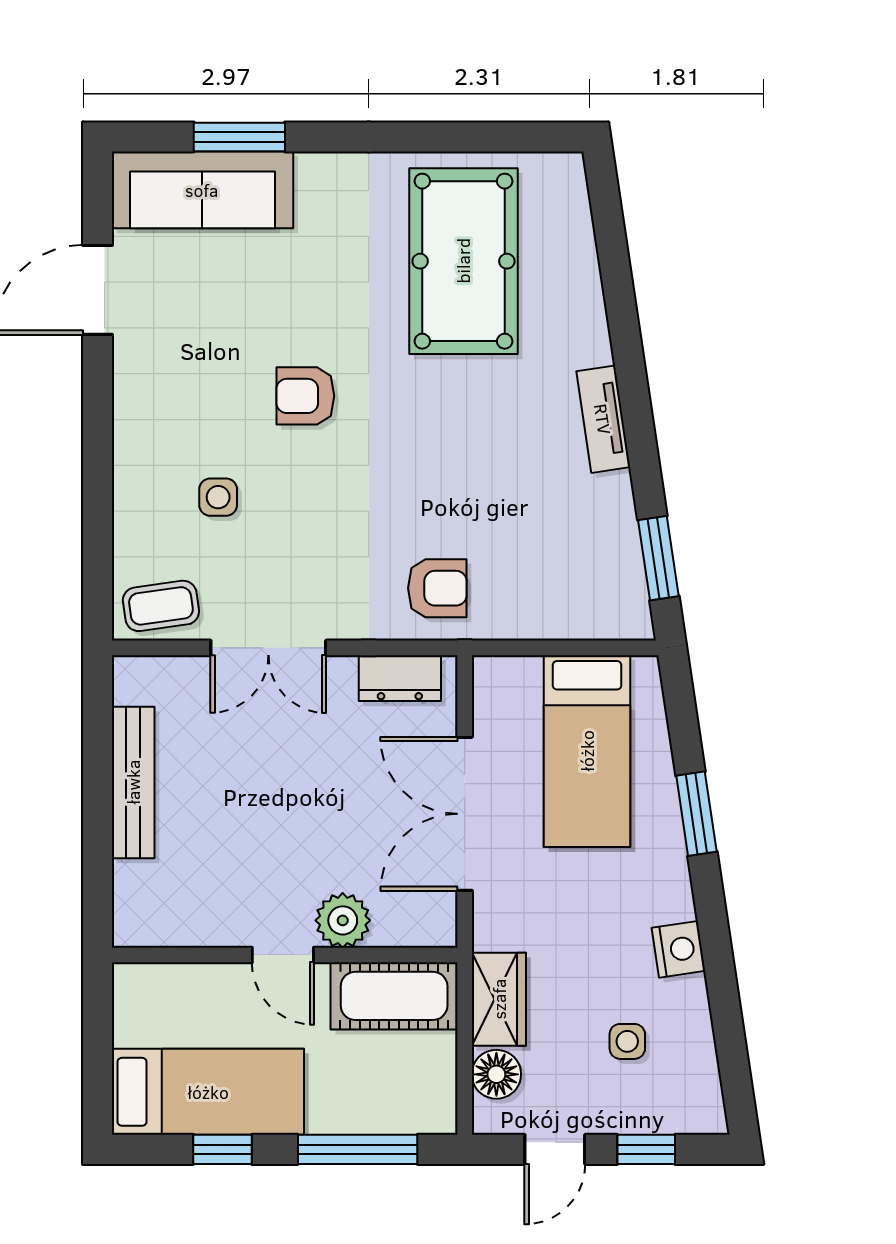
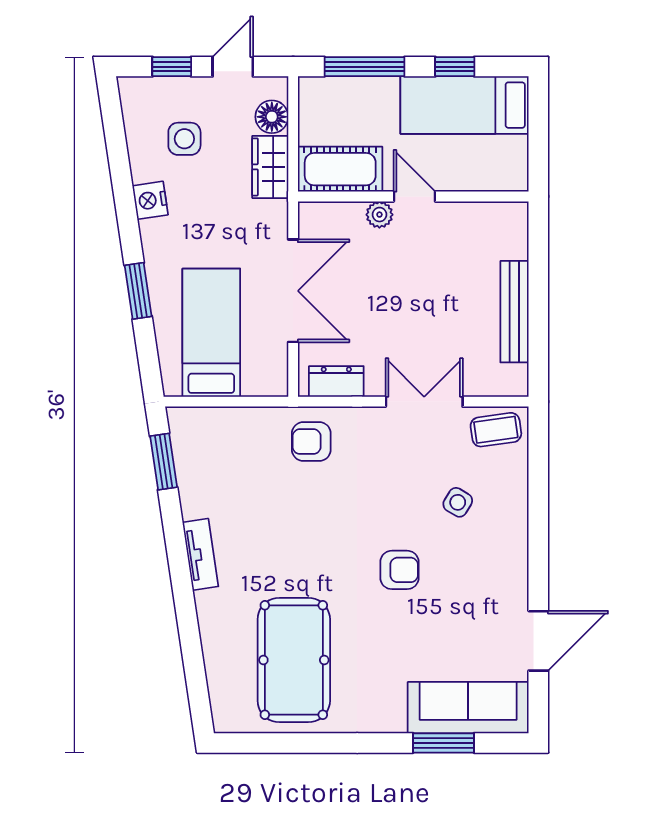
side table: (218, 497) -> (458, 502), turned 31
plant: (343, 920) -> (379, 215), width x0.73, depth x0.73
side table: (627, 1041) -> (184, 139), width x1.37, depth x1.37

